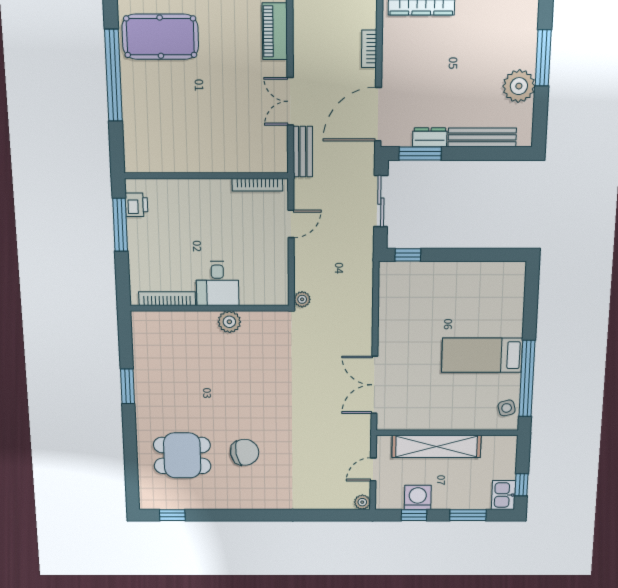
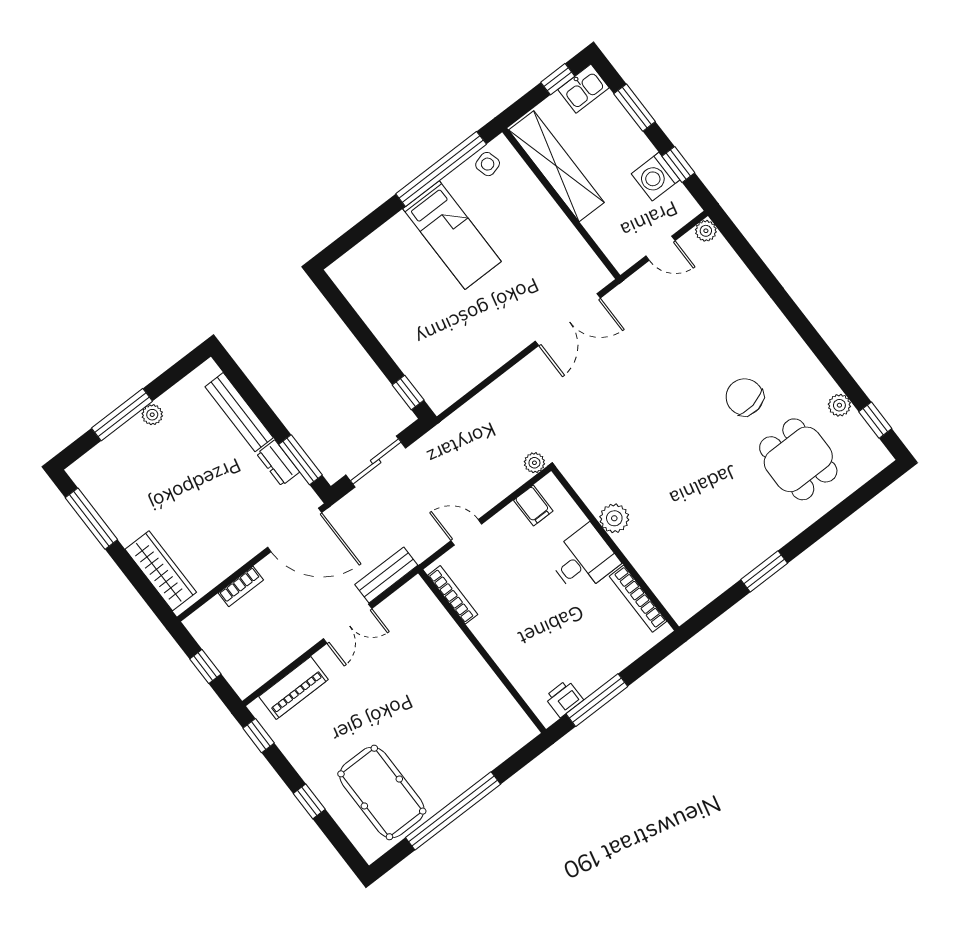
plant: (519, 86) -> (152, 415), width x0.53, depth x0.53
filing cabinet: (276, 278) -> (533, 506), added
shelving: (436, 446) -> (556, 166), moved
plant: (197, 502) -> (839, 405), added

